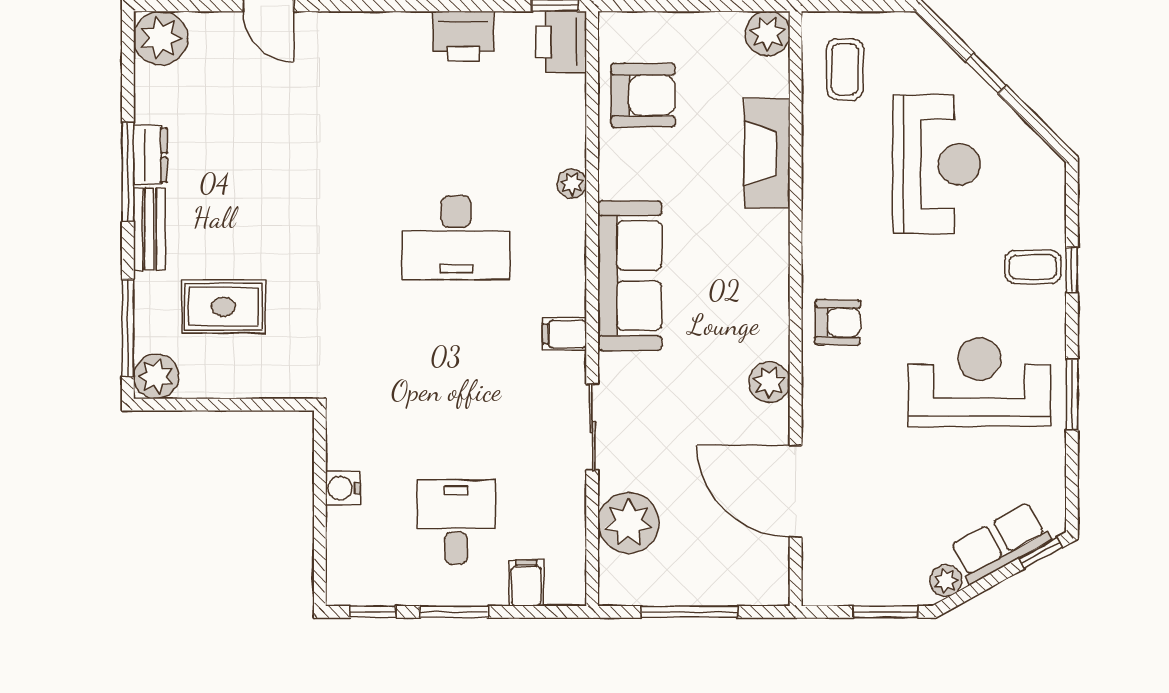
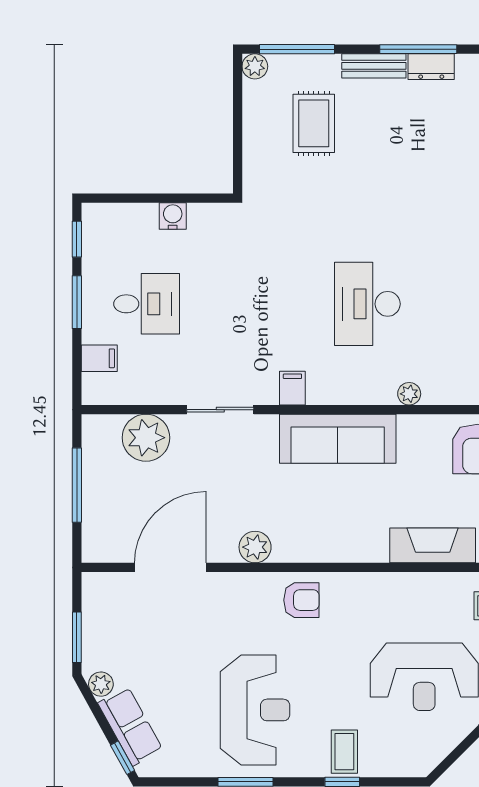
armchair: (838, 322) -> (301, 600), turned -91
plant: (156, 376) -> (255, 66), width x0.73, depth x0.73

